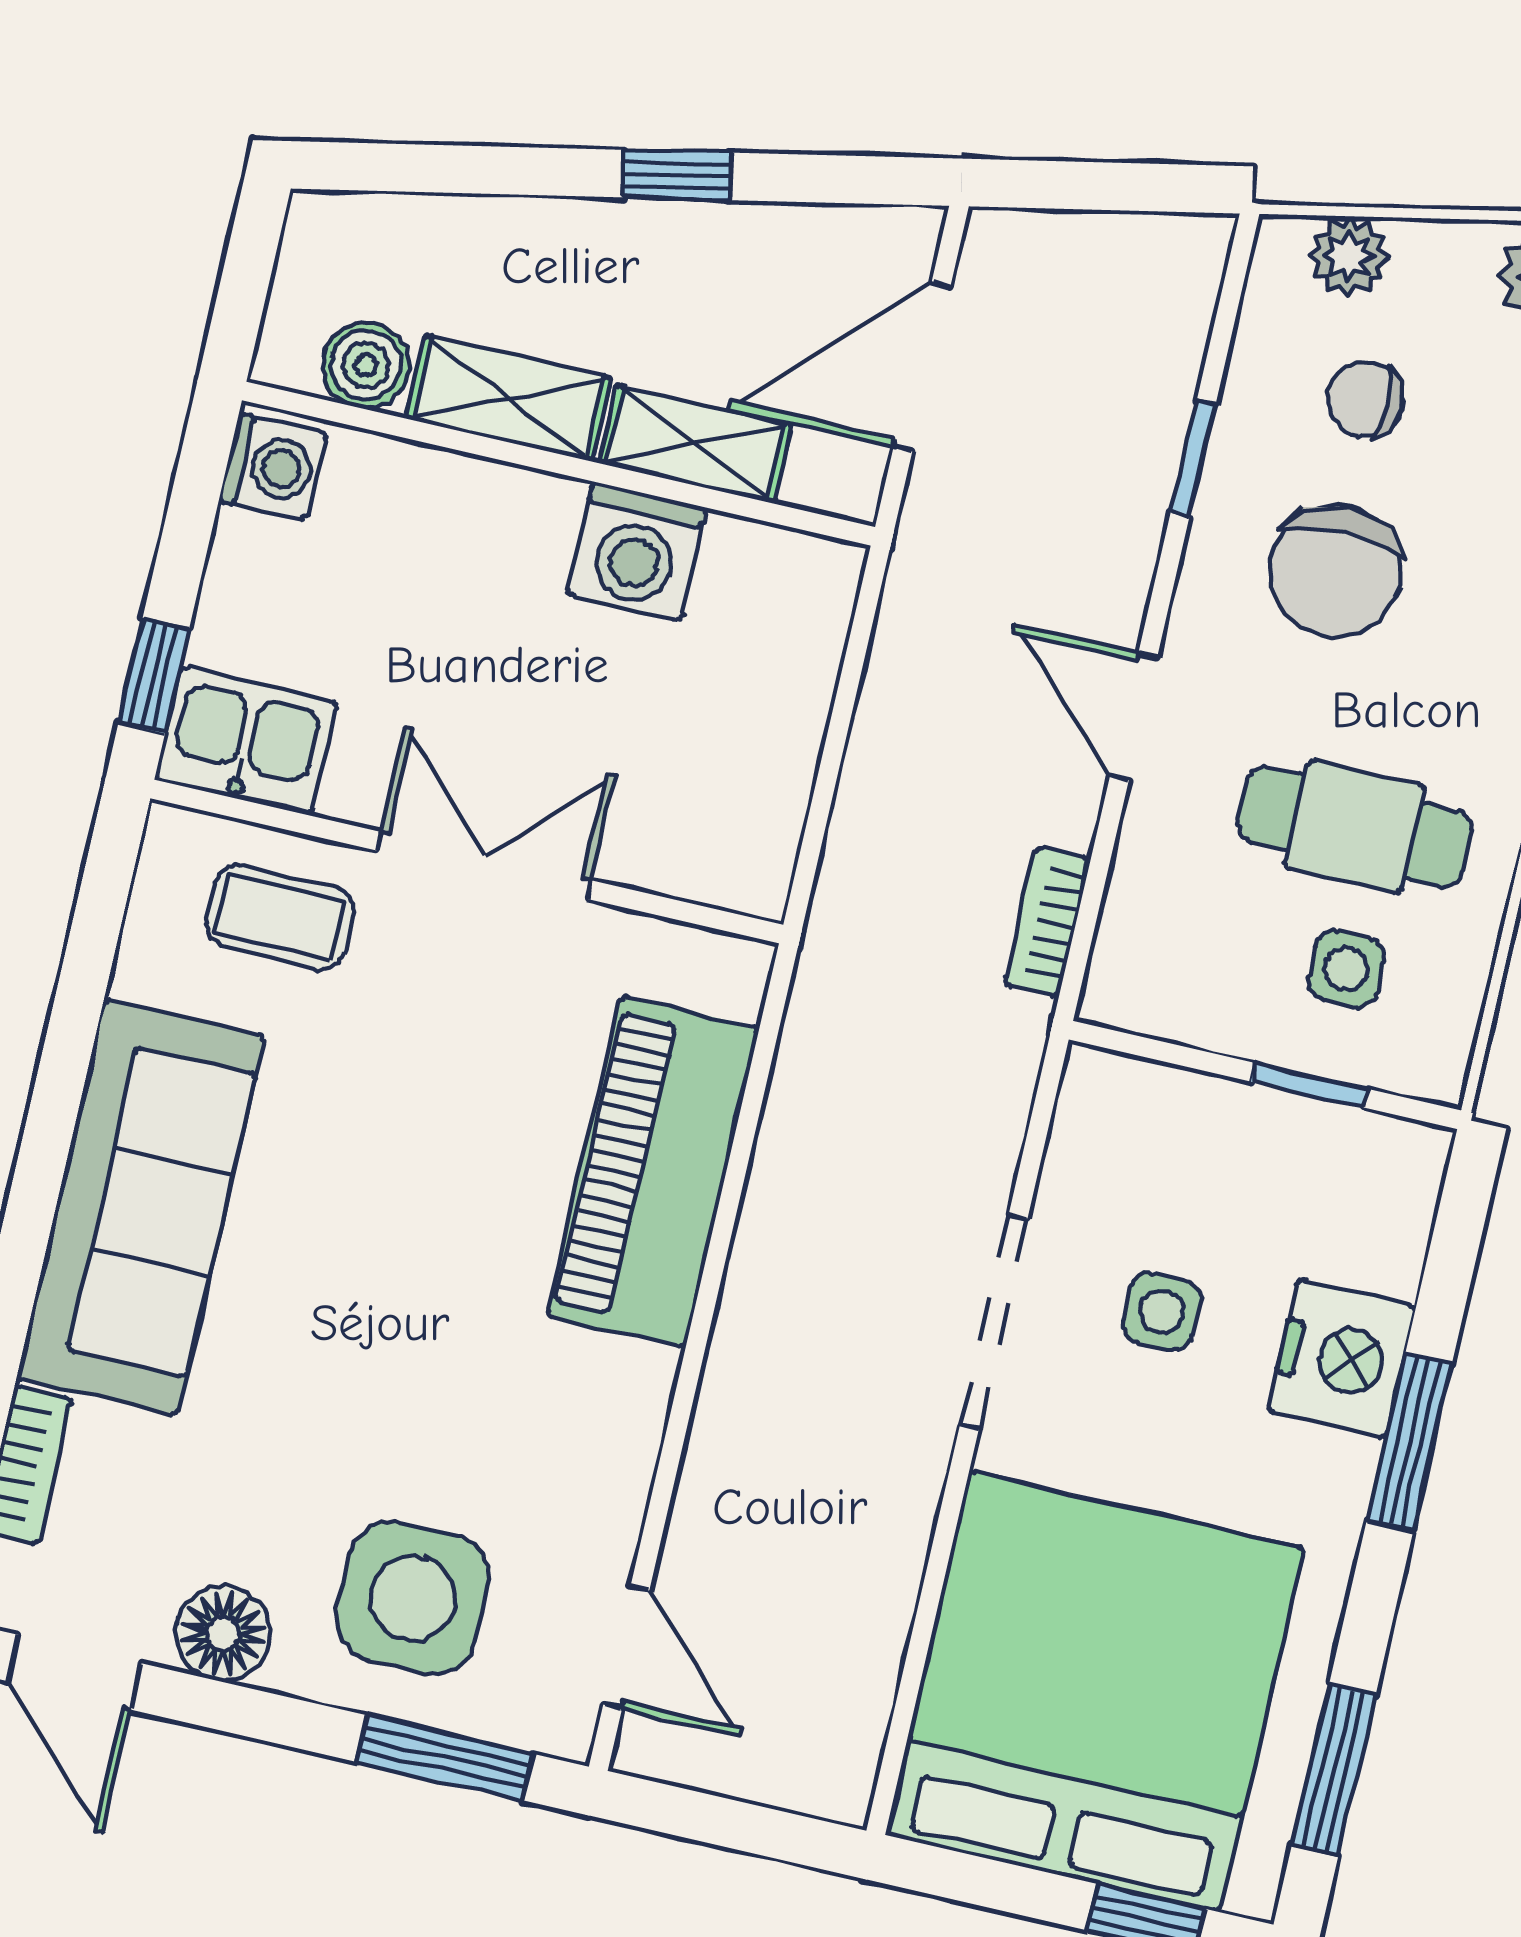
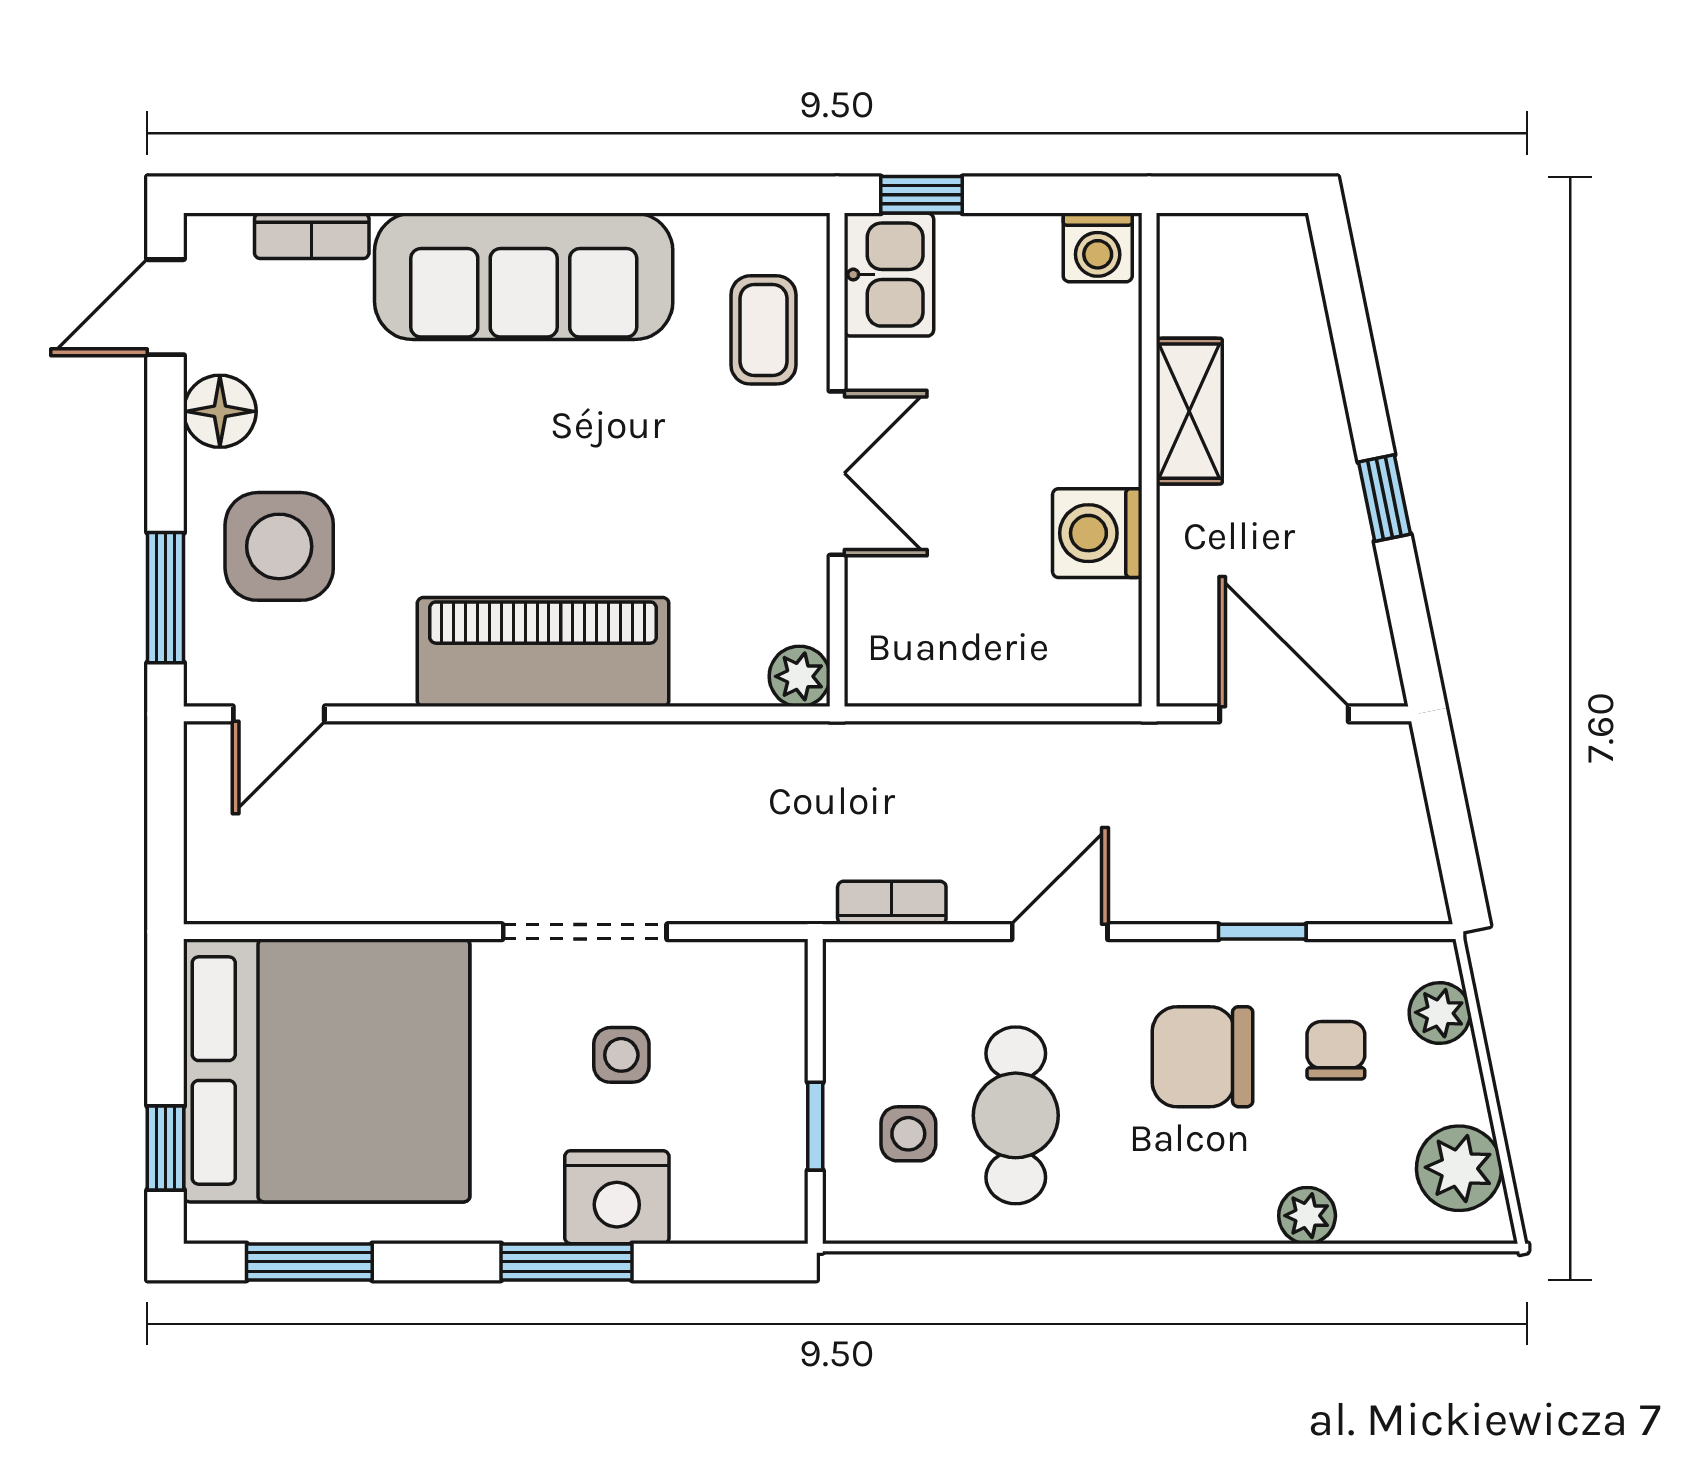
boiler: (366, 365) -> (1190, 299), removed
shelving: (695, 444) -> (1187, 558), removed
plant: (732, 973) -> (800, 676), added
piano: (653, 1172) -> (543, 652), moved

